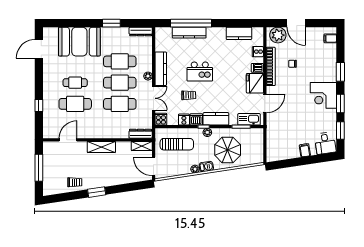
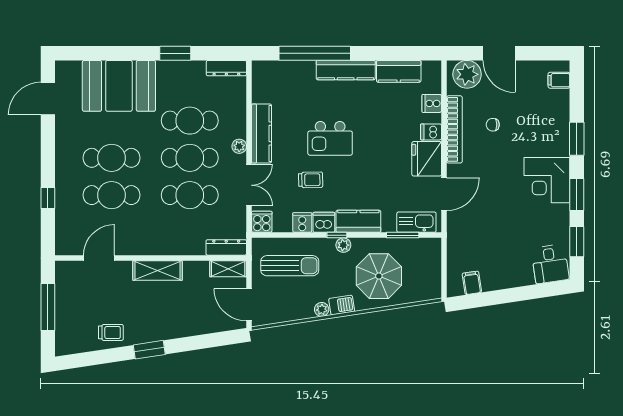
kitchen counter: (189, 33) -> (346, 70), moved
cafe table: (75, 83) -> (112, 158), width x1.37, depth x1.35
filing cabinet: (305, 150) -> (472, 283), moved

